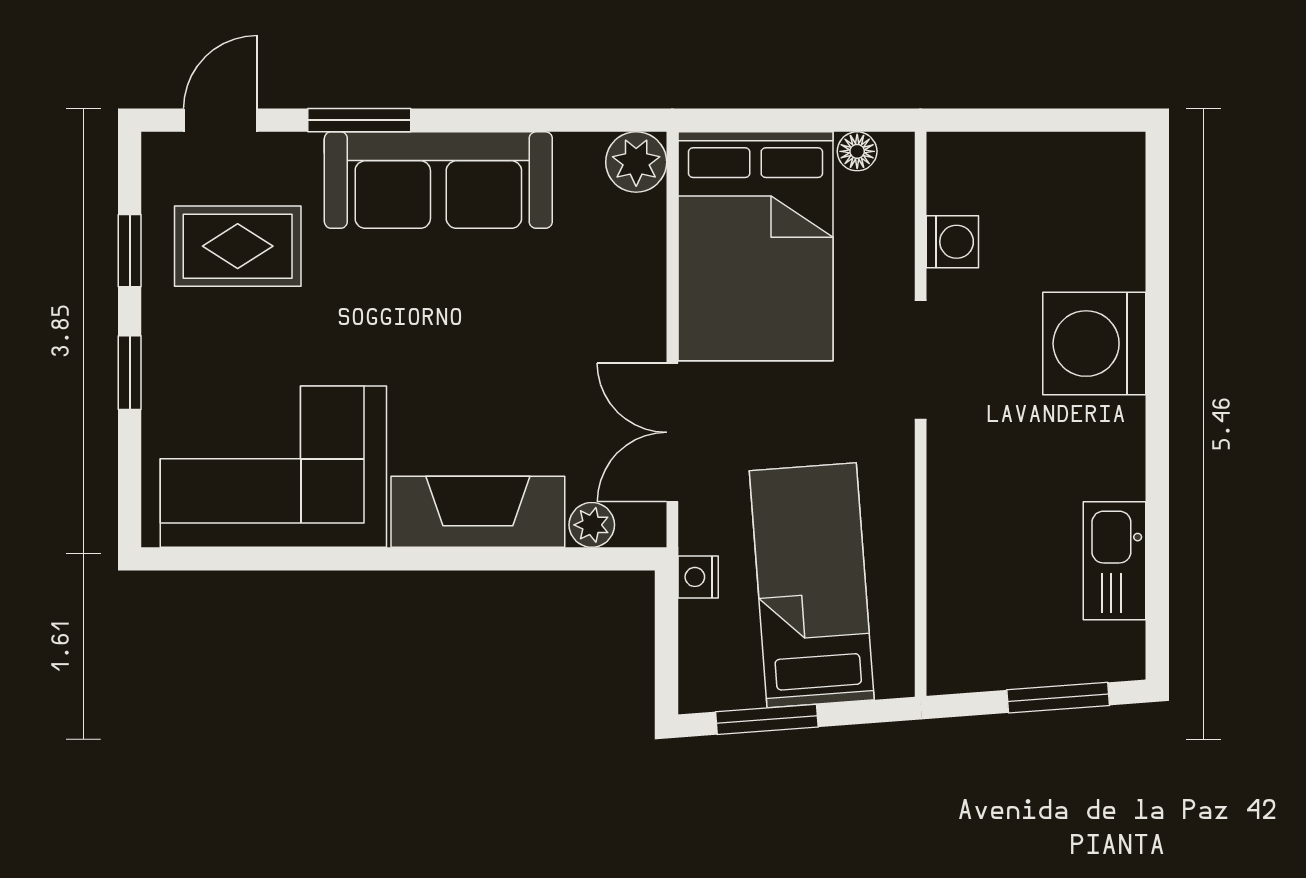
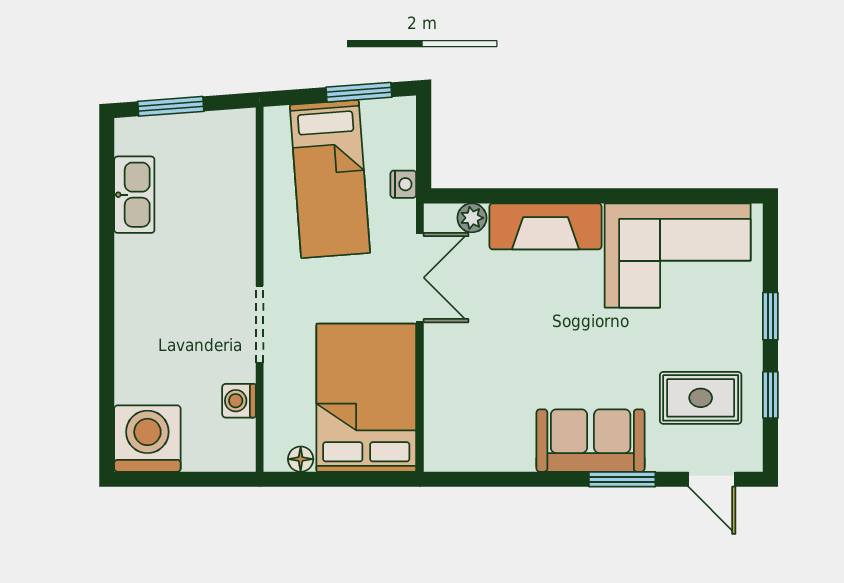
door: (220, 120) -> (712, 479), hinge flipped
plant: (636, 162) -> (443, 452), removed
sofa: (438, 180) -> (591, 441), width x0.73
washing machine: (1094, 344) -> (147, 439), moved, turned -90

